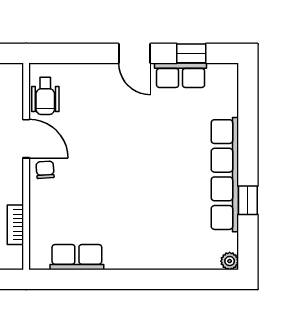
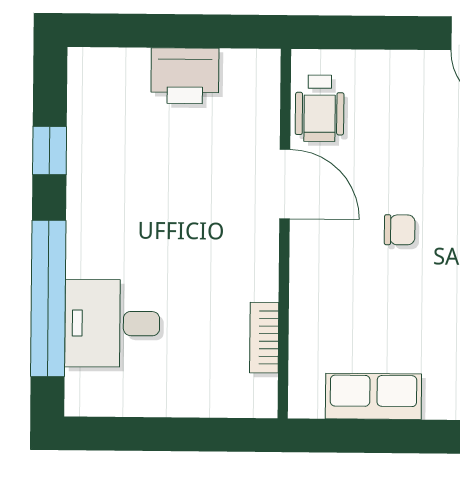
chair: (45, 170) -> (400, 230), moved, turned 94

